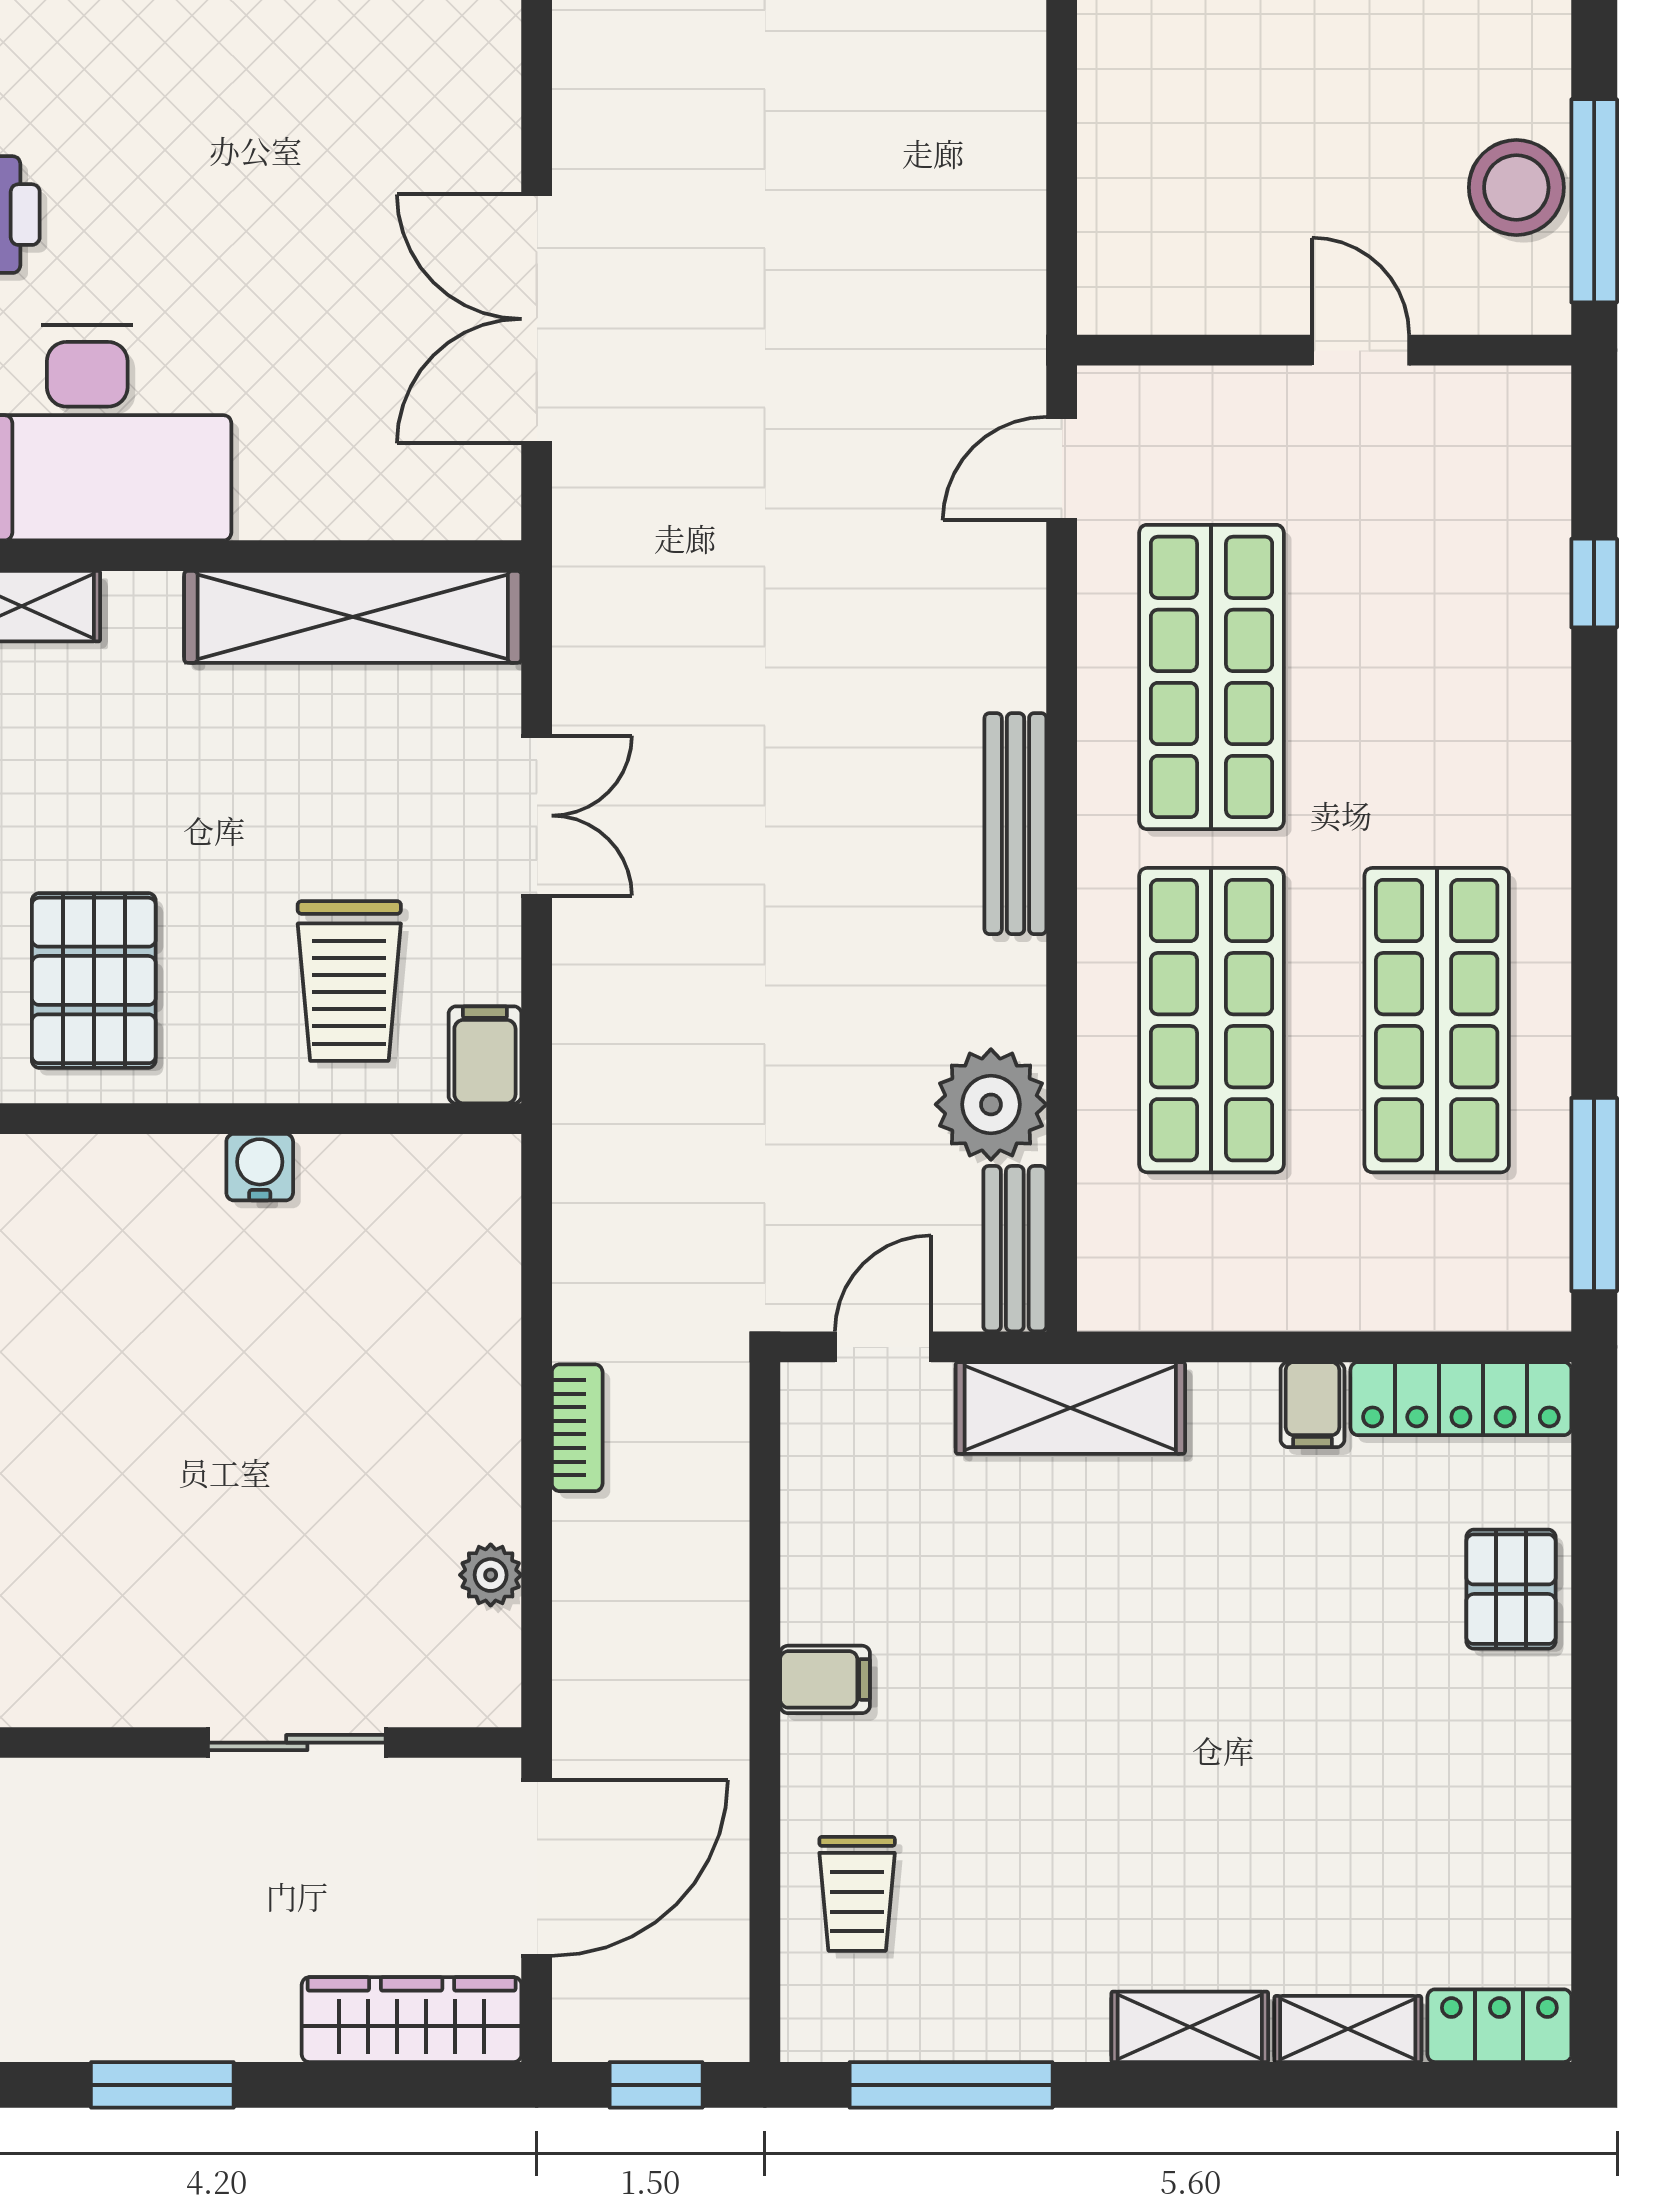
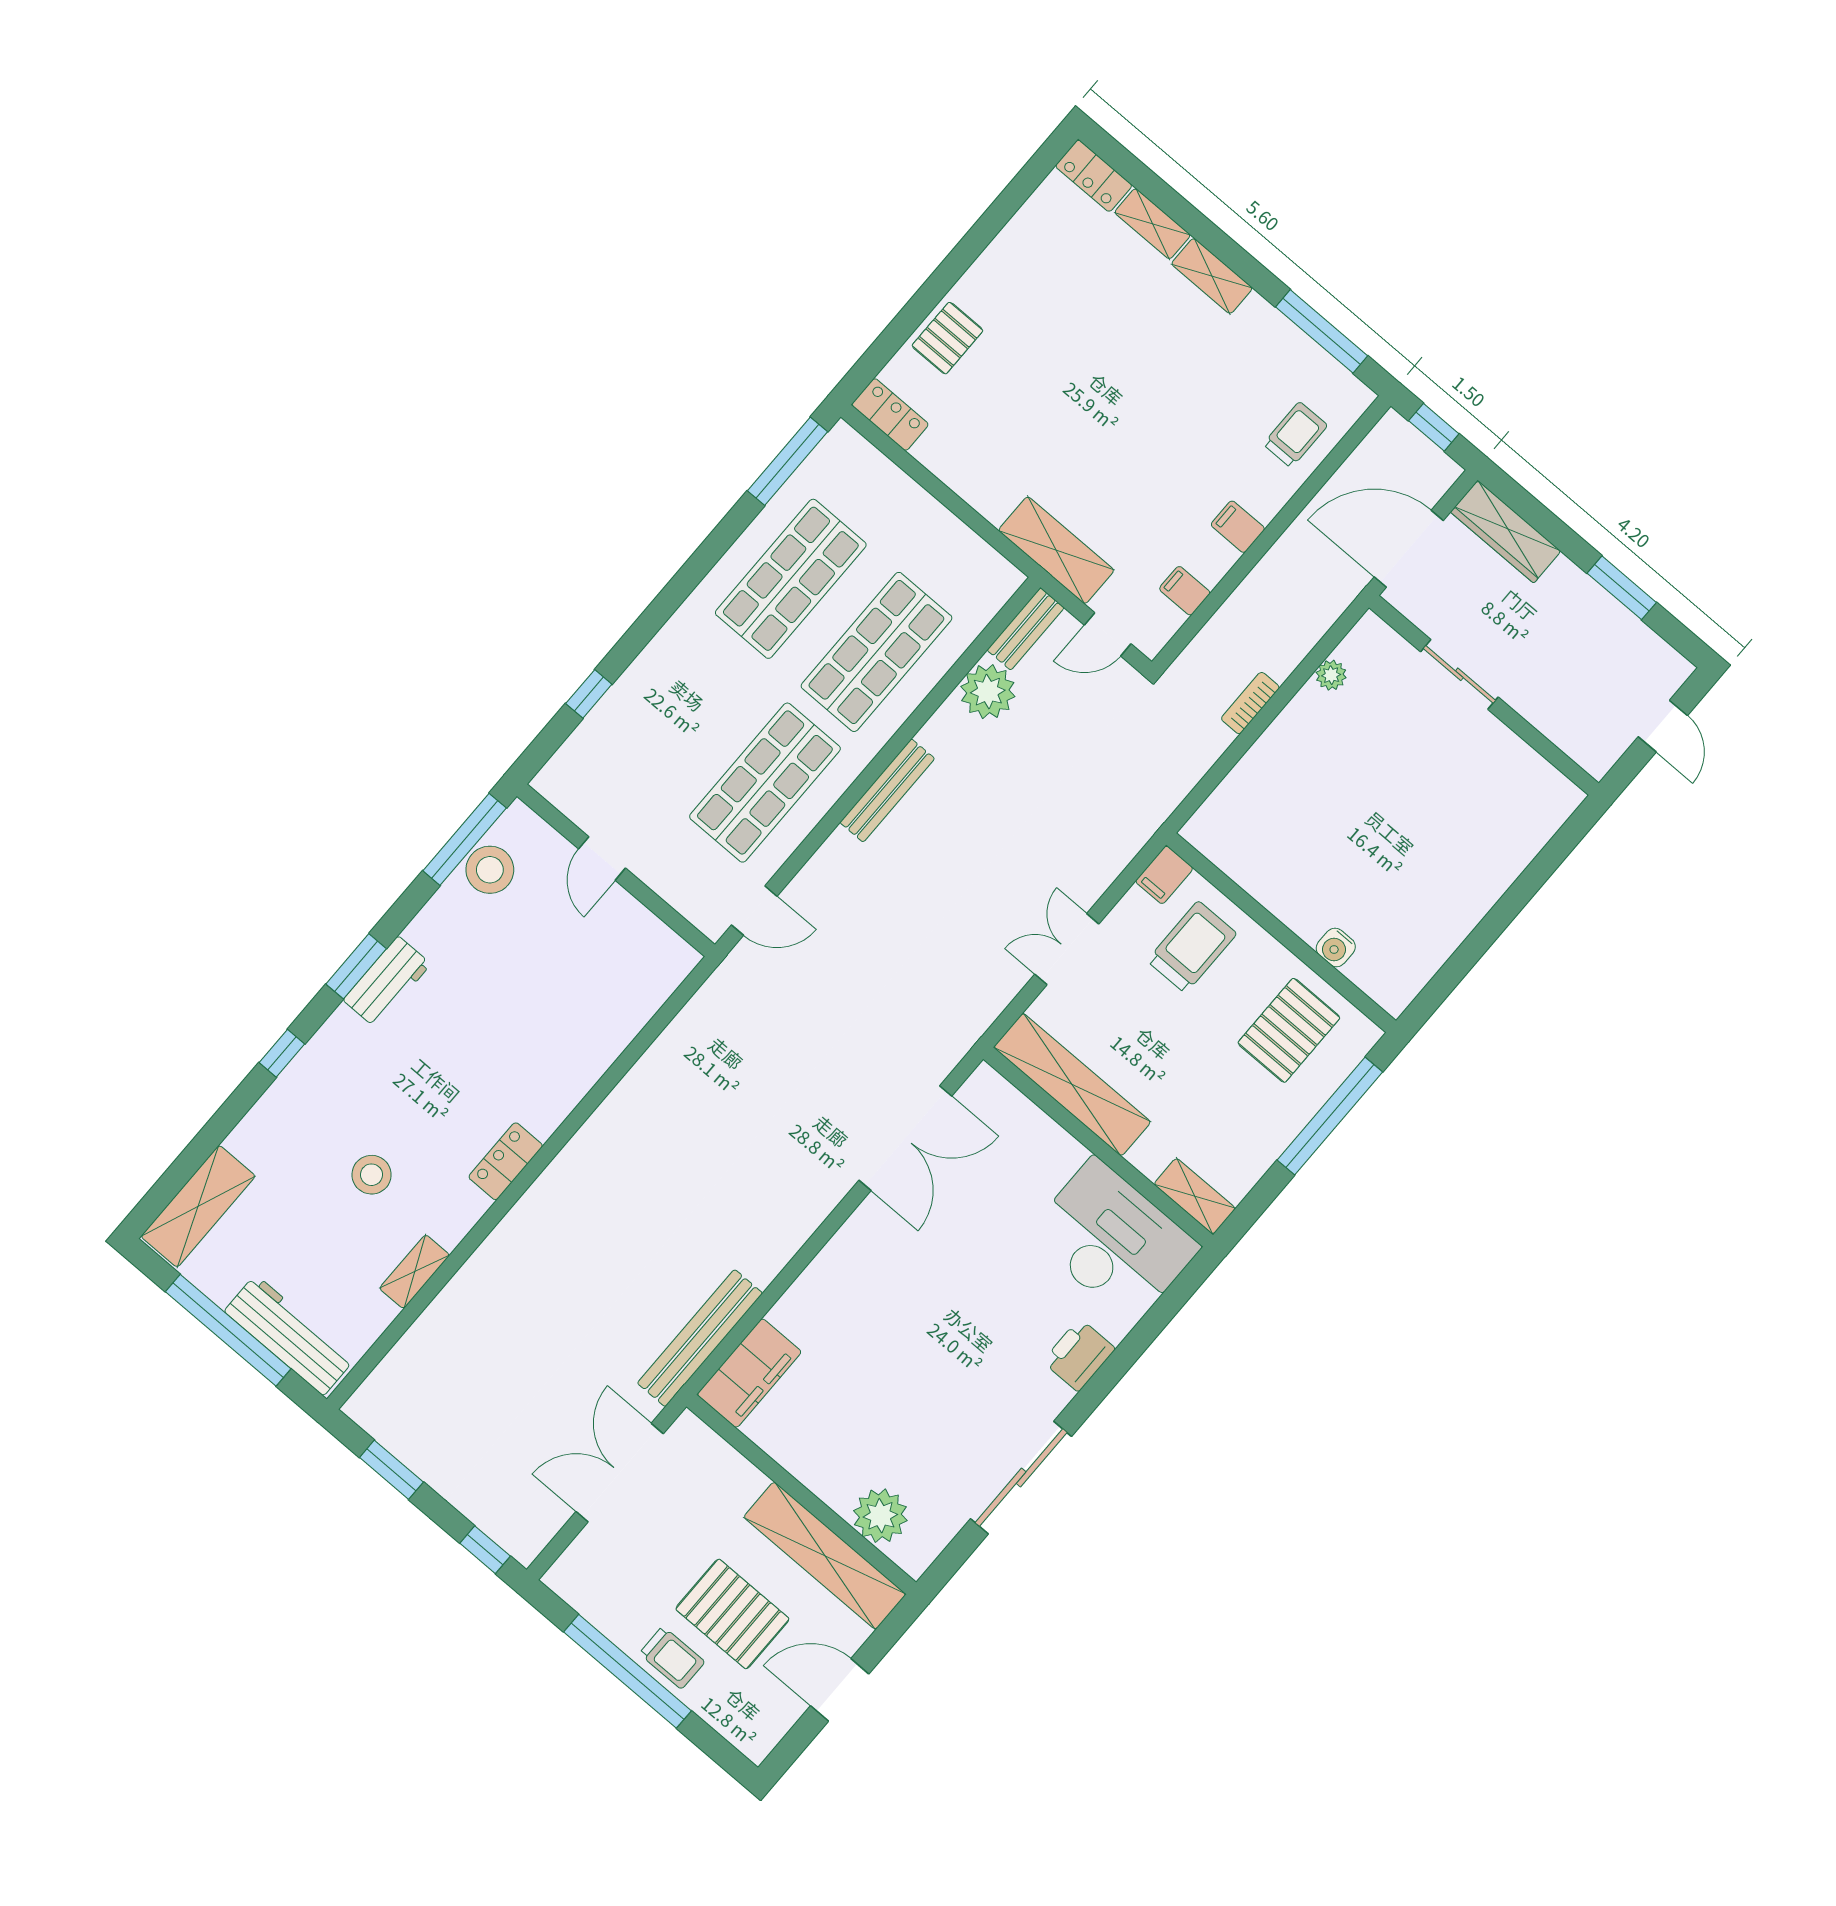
water cooler: (260, 1167) -> (1336, 947), moved
locker: (1461, 1399) -> (890, 414), width x0.66
filing cabinet: (1312, 1405) -> (1185, 591), moved, turned -90

